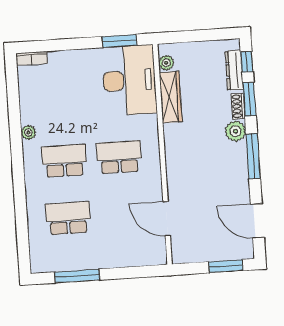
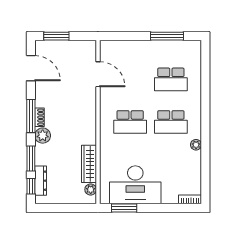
desk: (129, 80) -> (135, 185), moved, turned -90
shoe rack: (238, 106) -> (40, 117), moved

